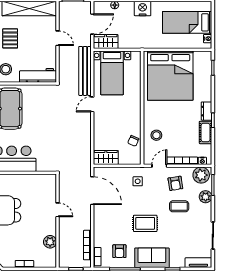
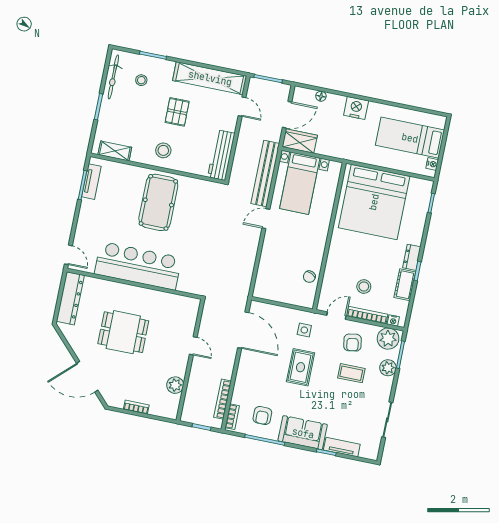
door: (58, 38) -> (242, 107), moved
workbench: (38, 75) -> (221, 155), moved, turned -90
stool: (156, 135) -> (364, 287), moved
wardrobe: (106, 157) -> (269, 291), removed
rug: (145, 223) -> (301, 367), moved, turned 90
tv unit: (198, 263) -> (342, 447), moved

